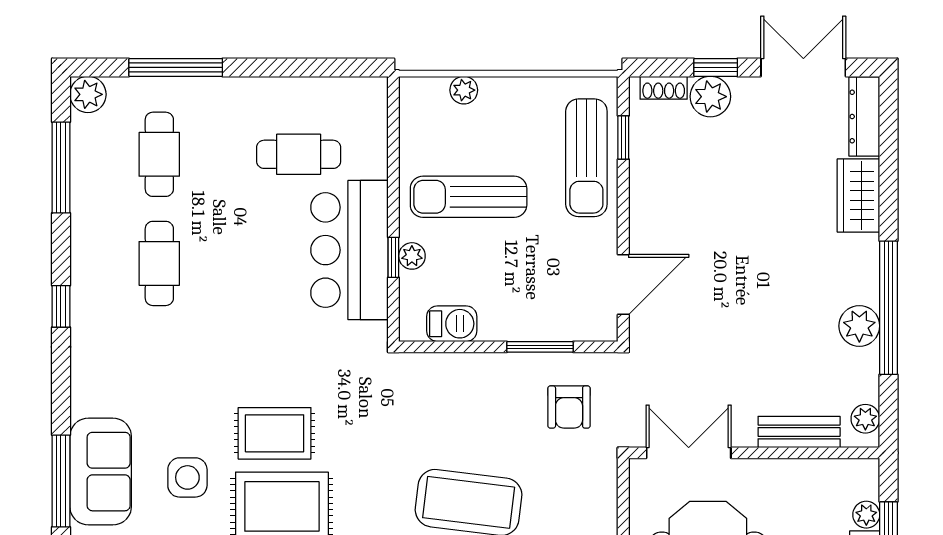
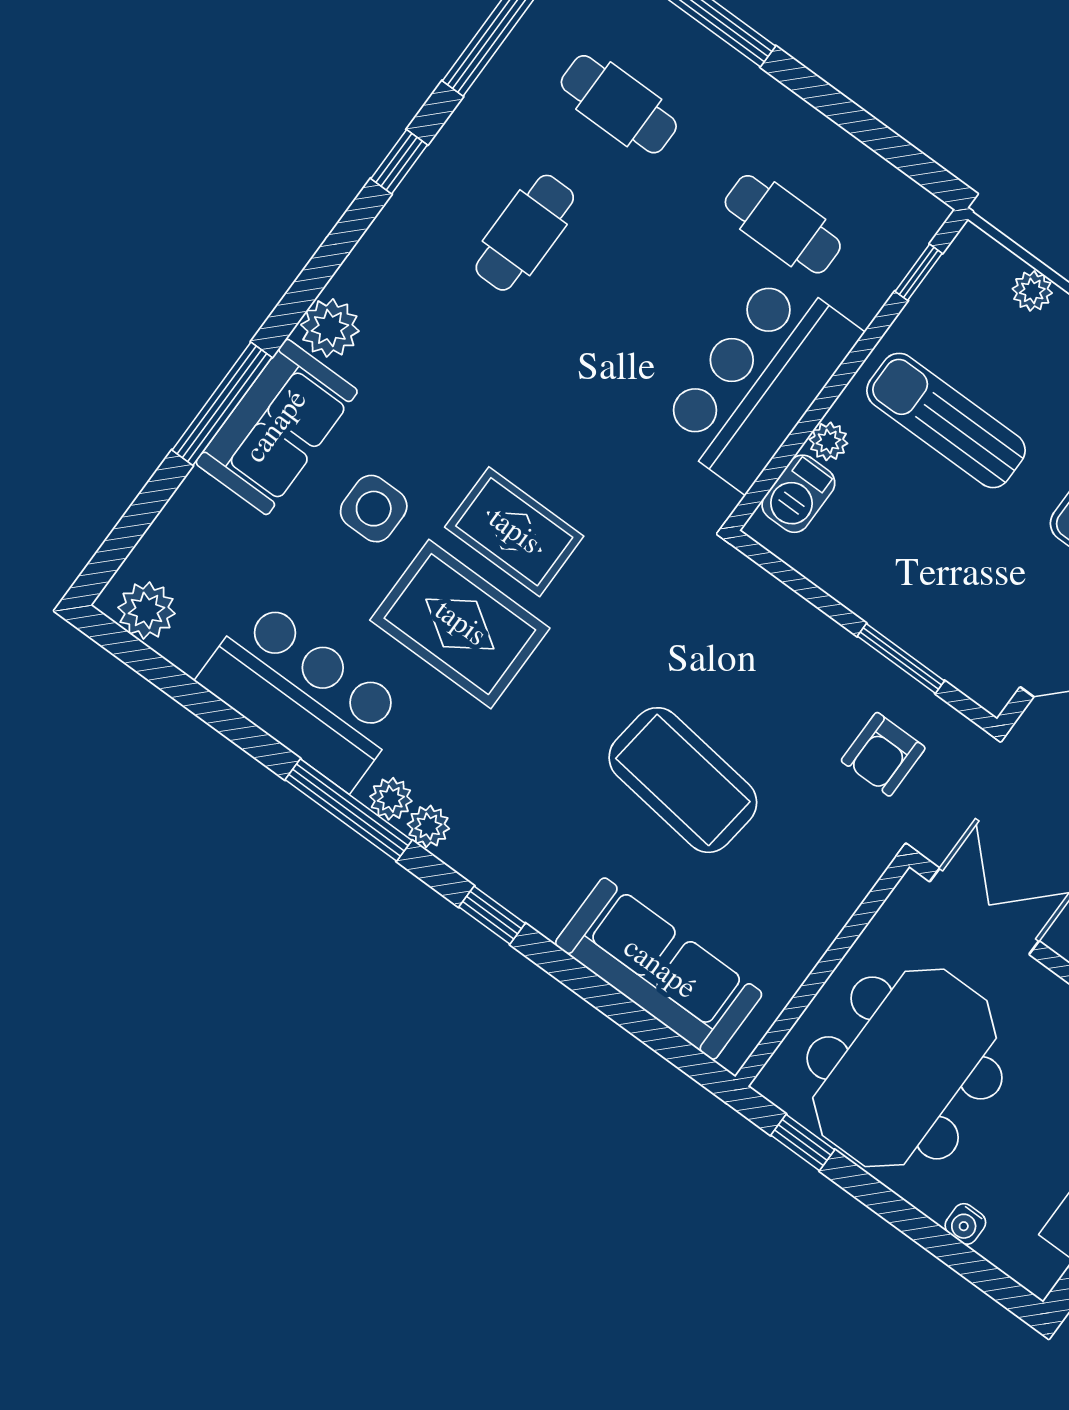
cafe table: (159, 154) -> (619, 104), turned 90
window: (393, 257) -> (919, 272), moved
window: (61, 306) -> (399, 162), moved
barbecue: (452, 324) -> (798, 494), moved, turned 90
plant: (90, 395) -> (330, 328), added

